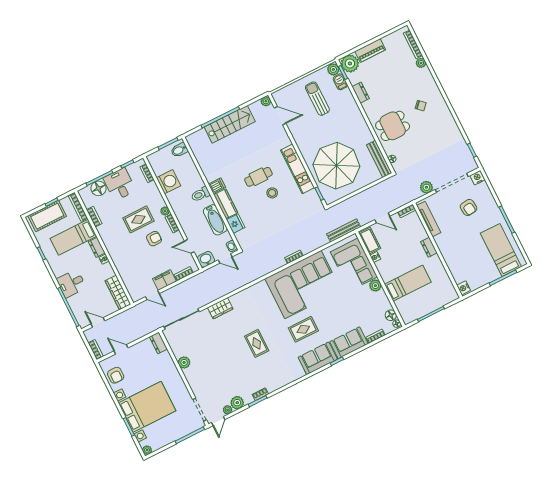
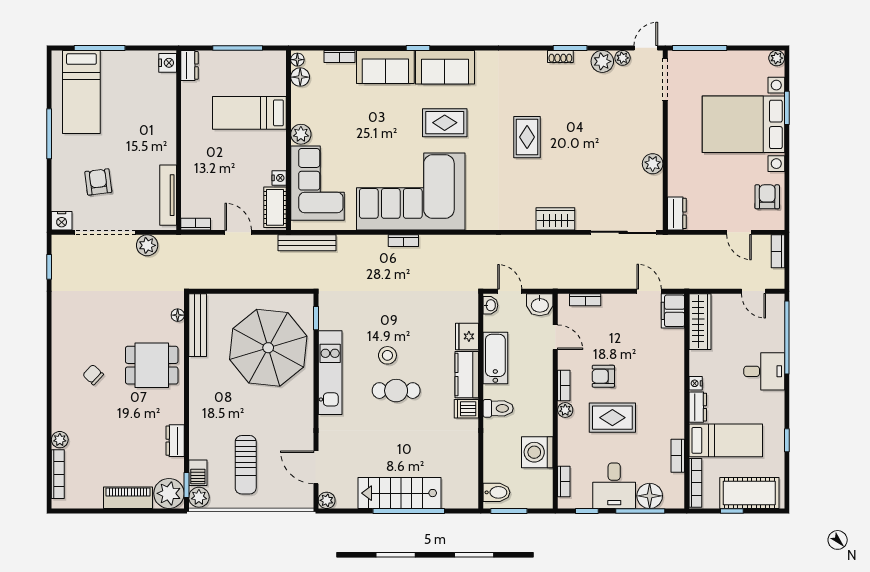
dresser: (429, 247) -> (189, 65), moved
filing cabinet: (164, 280) -> (673, 311), moved, turned 90

